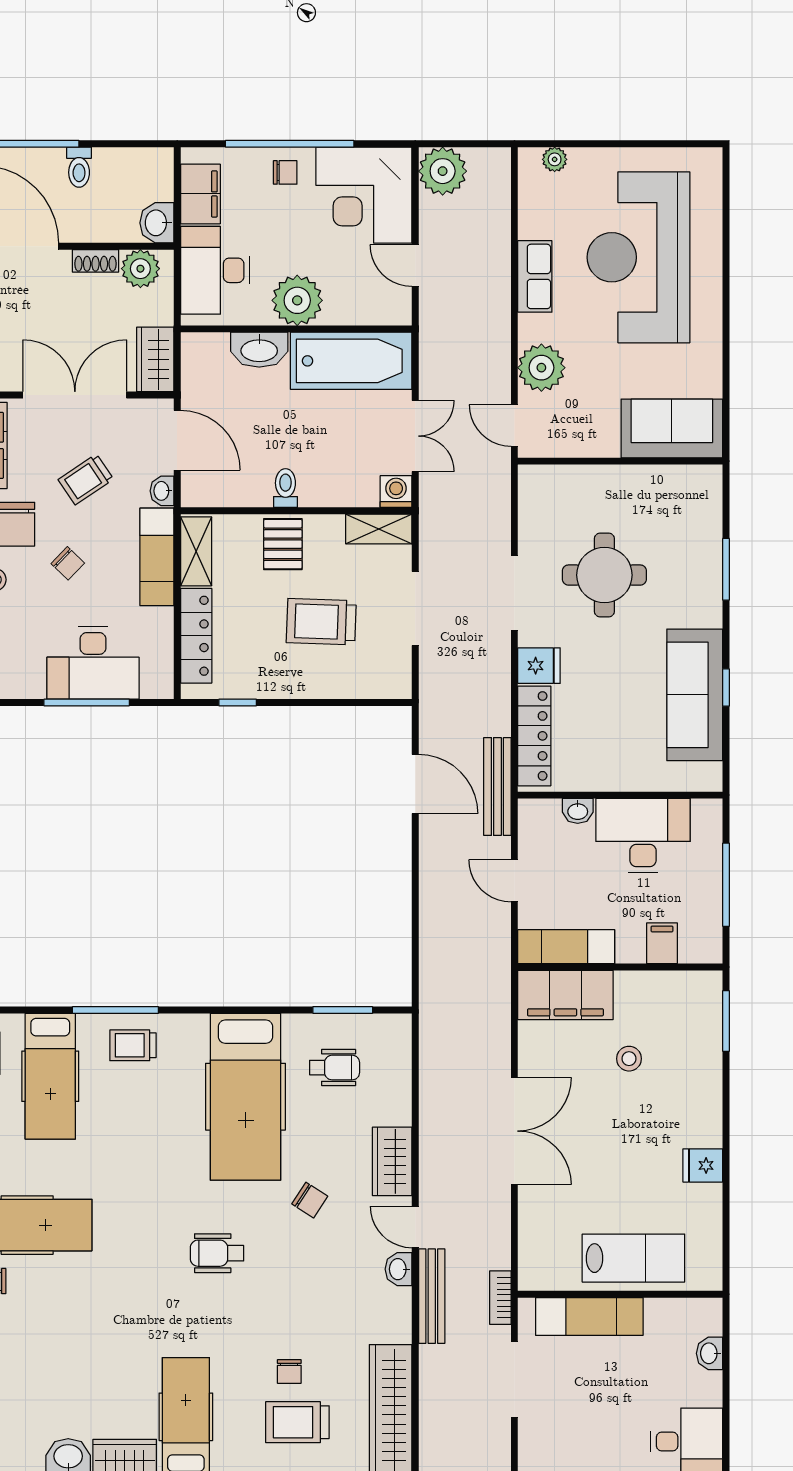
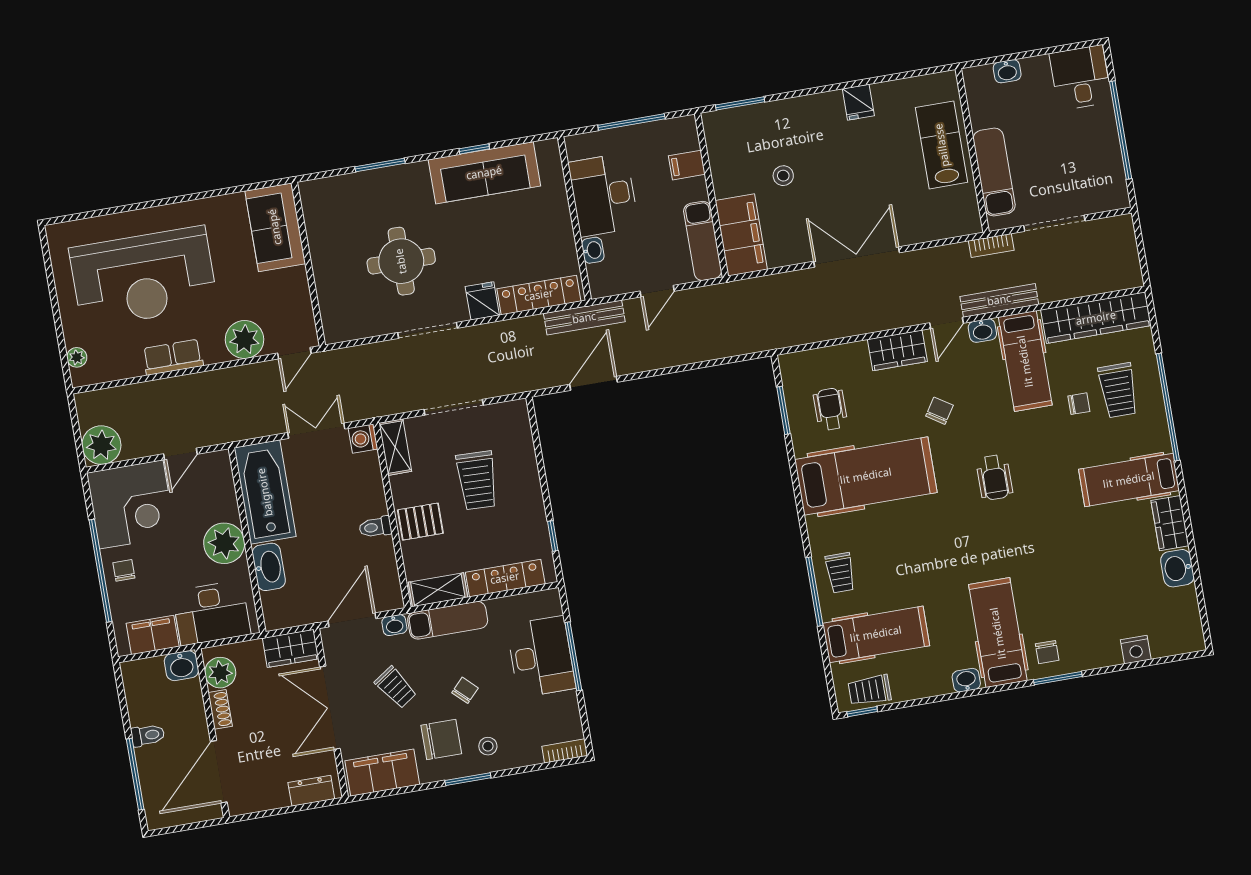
hospital bed: (353, 1315) -> (1025, 361), added

